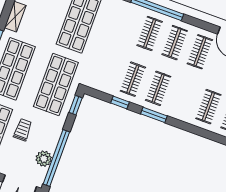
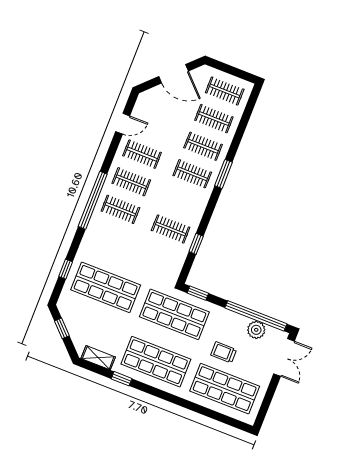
clothes rail: (158, 88) -> (192, 174), moved
window: (154, 115) -> (224, 174), moved

